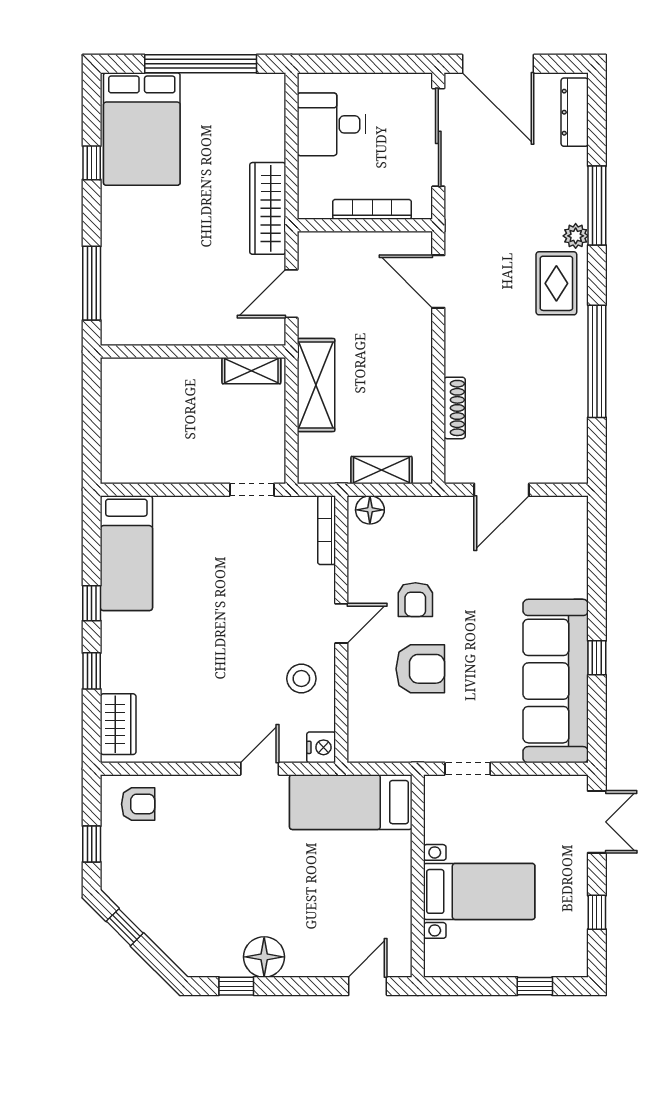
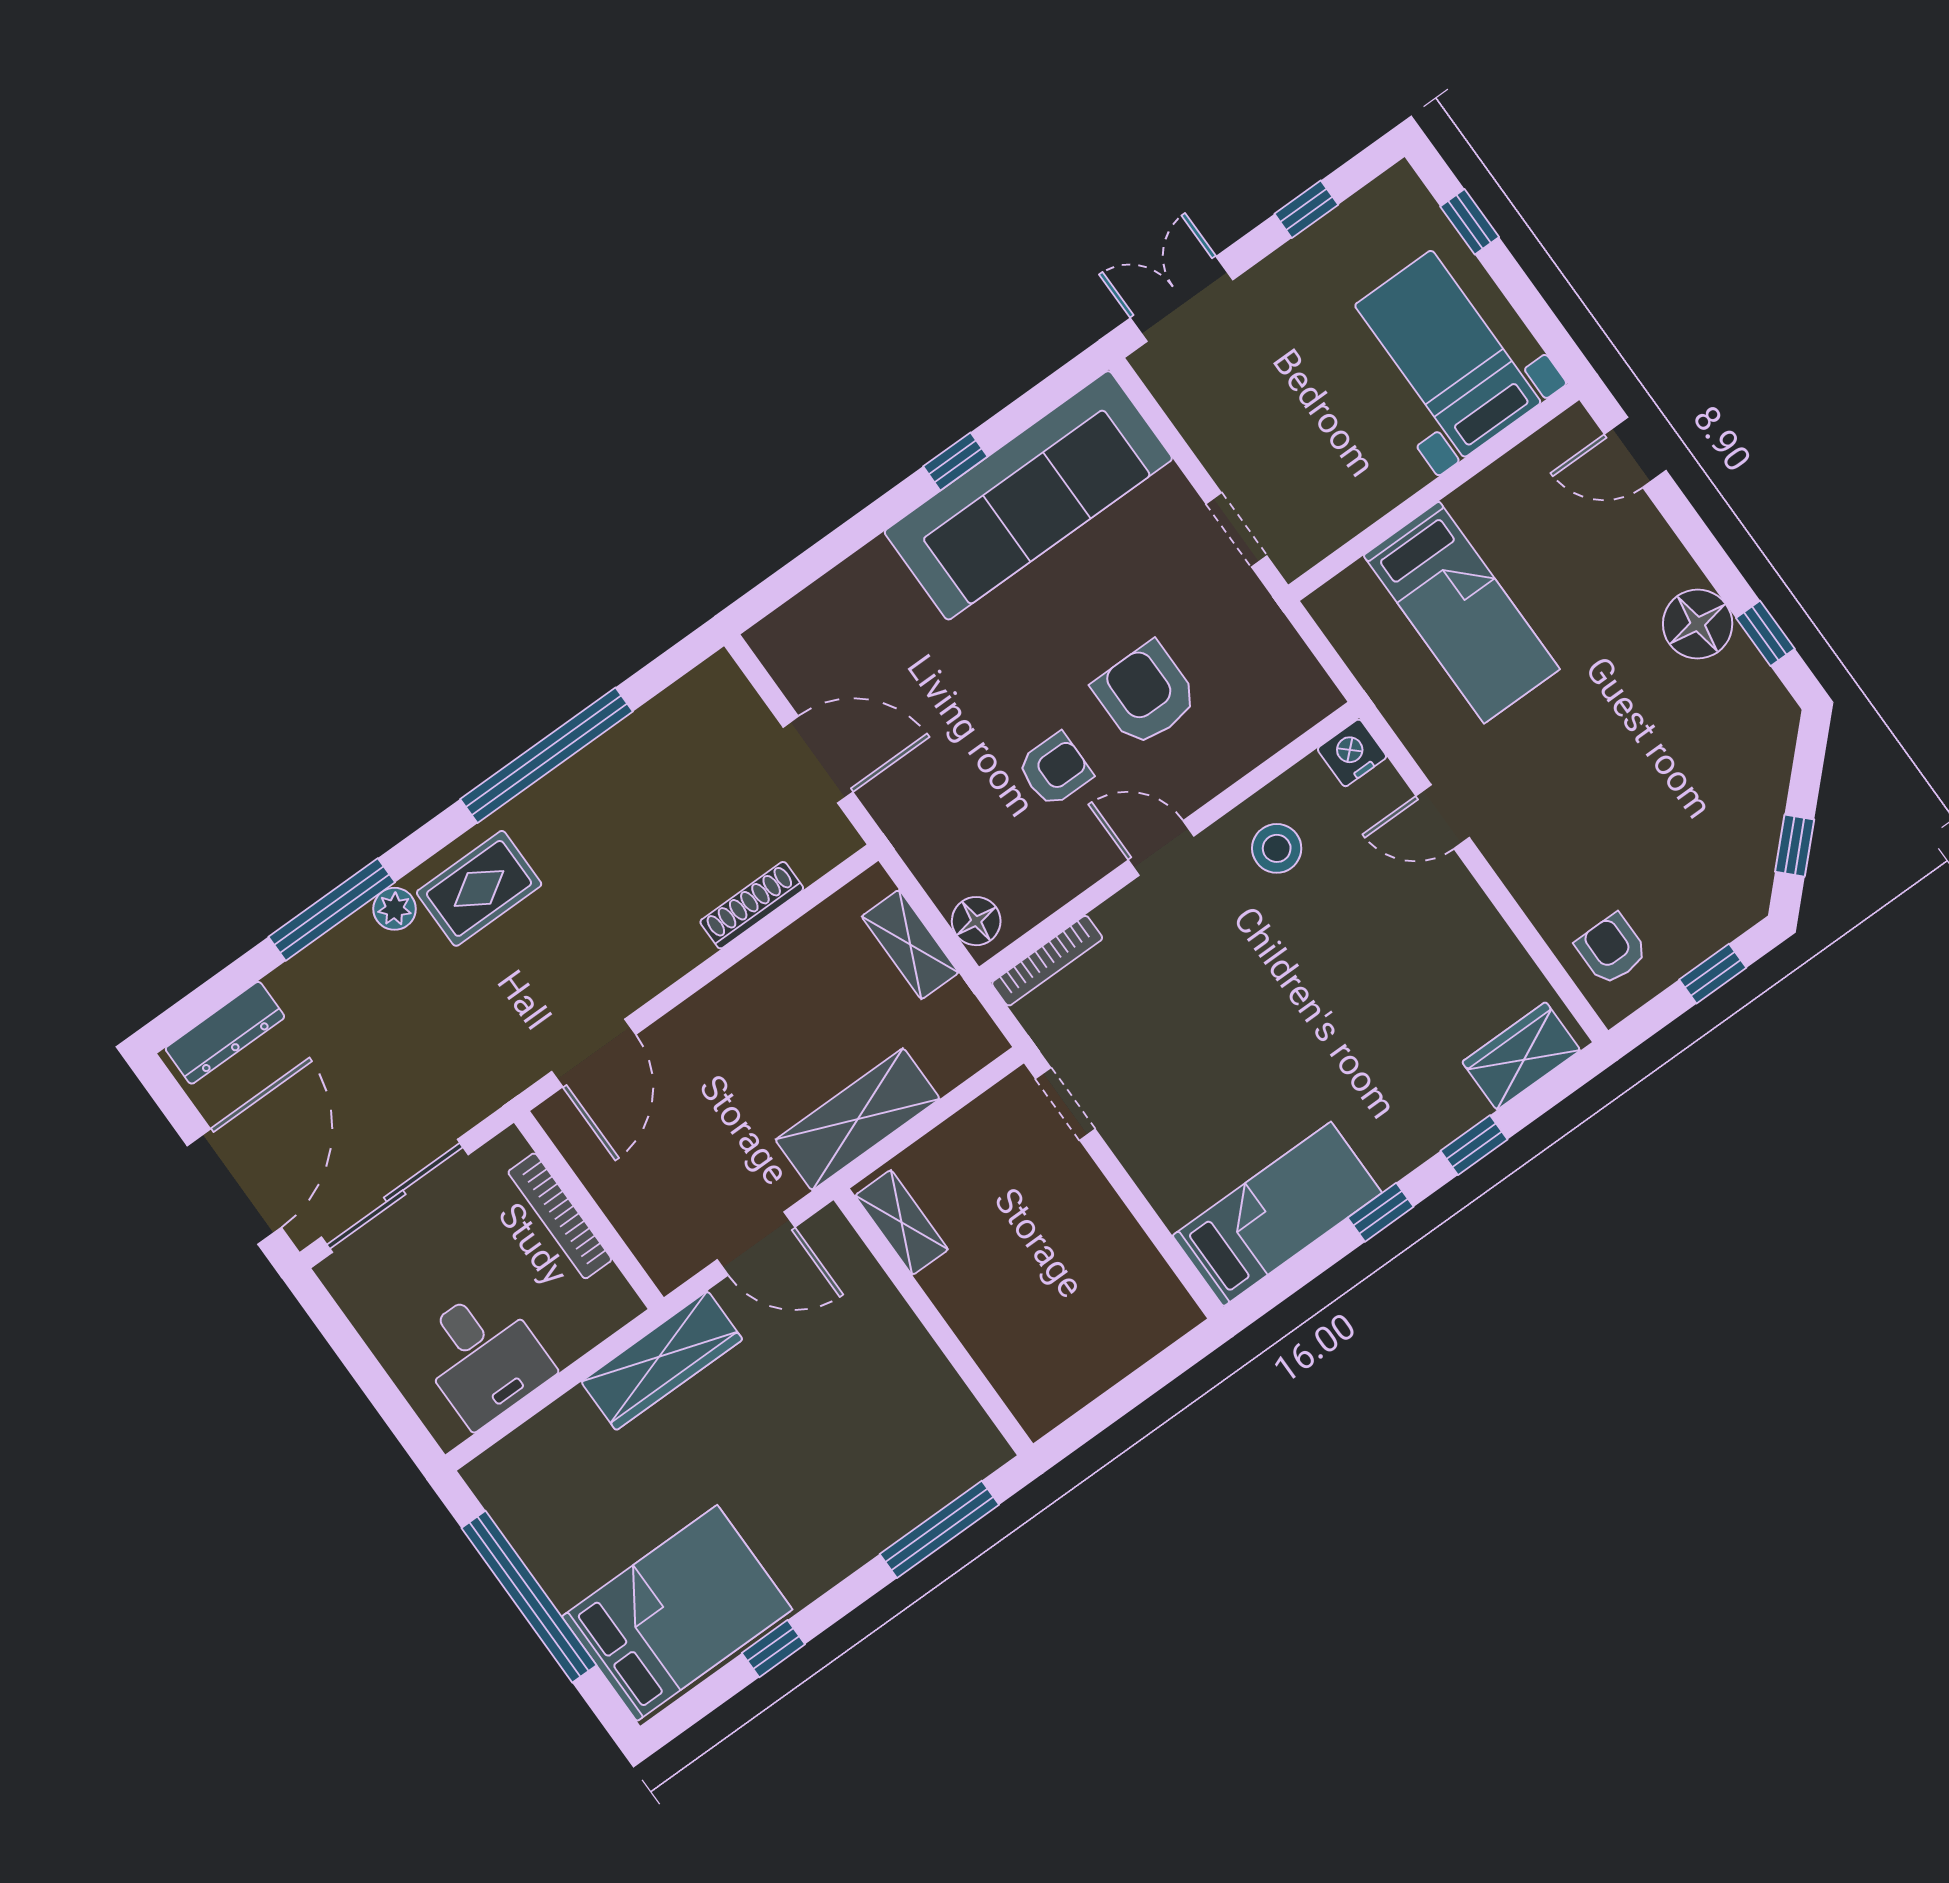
bed: (351, 802) -> (1462, 612), moved
bed with nightstands: (479, 891) -> (1448, 354), moved

